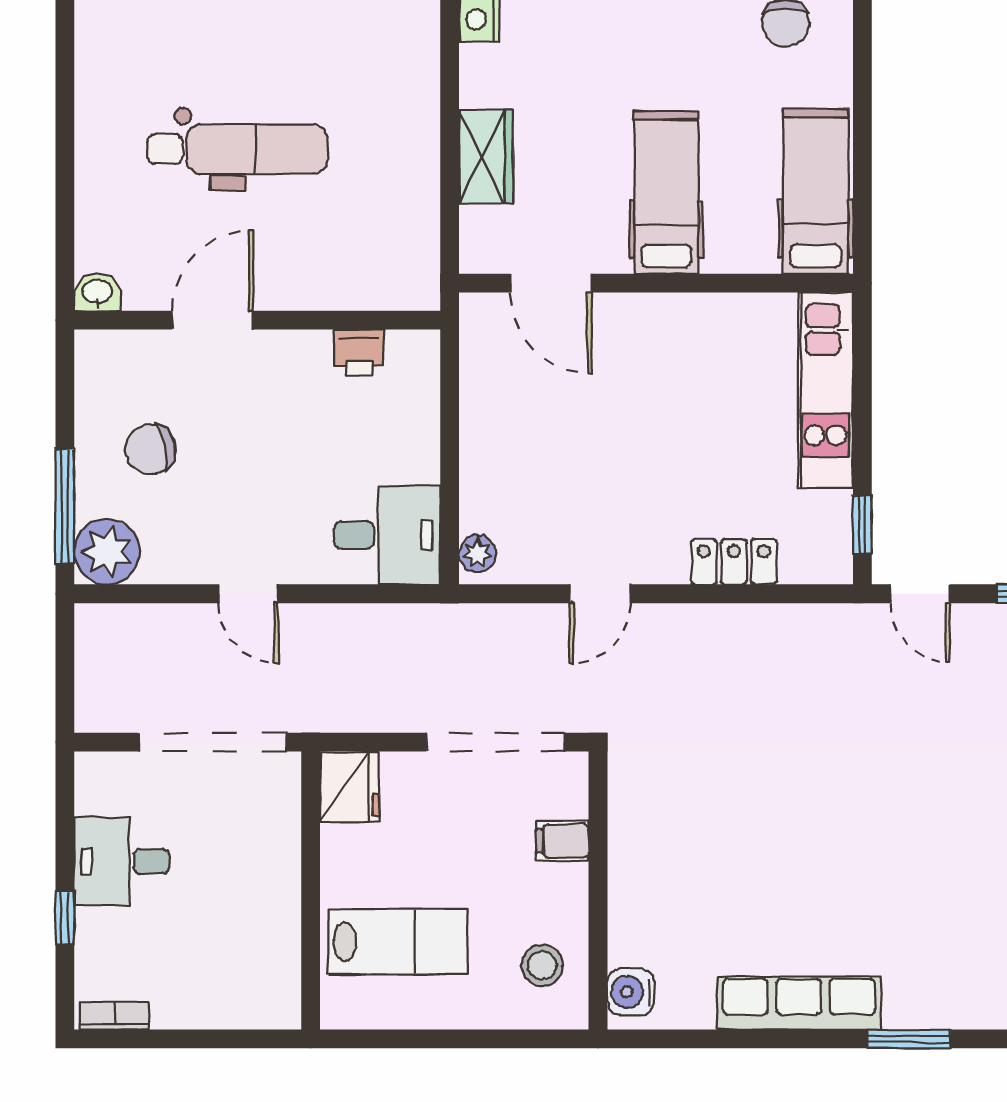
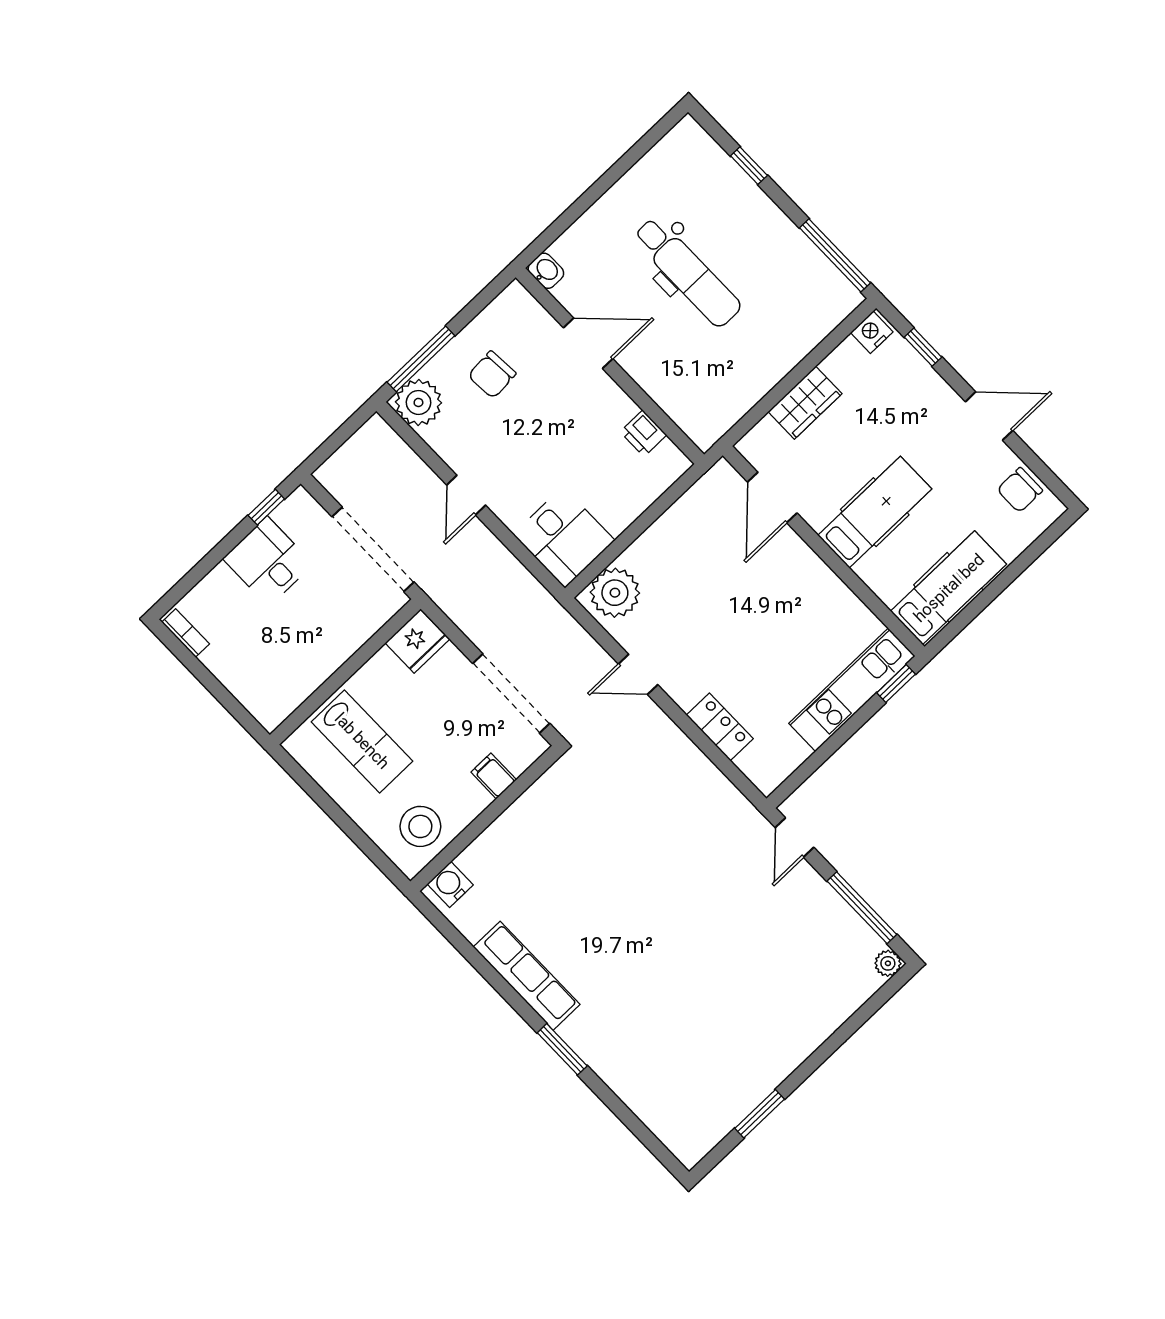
chair: (151, 449) -> (492, 375), turned -81
window: (862, 525) -> (896, 683), moved
plant: (478, 554) -> (615, 593), width x1.88, depth x1.88
window: (65, 917) -> (266, 507), moved
stool: (542, 965) -> (420, 826), width x1.38, depth x1.38

